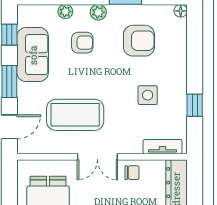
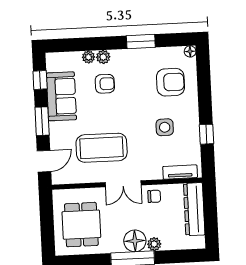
plant: (98, 12) -> (103, 57), moved
armchair: (139, 41) -> (171, 82), moved

